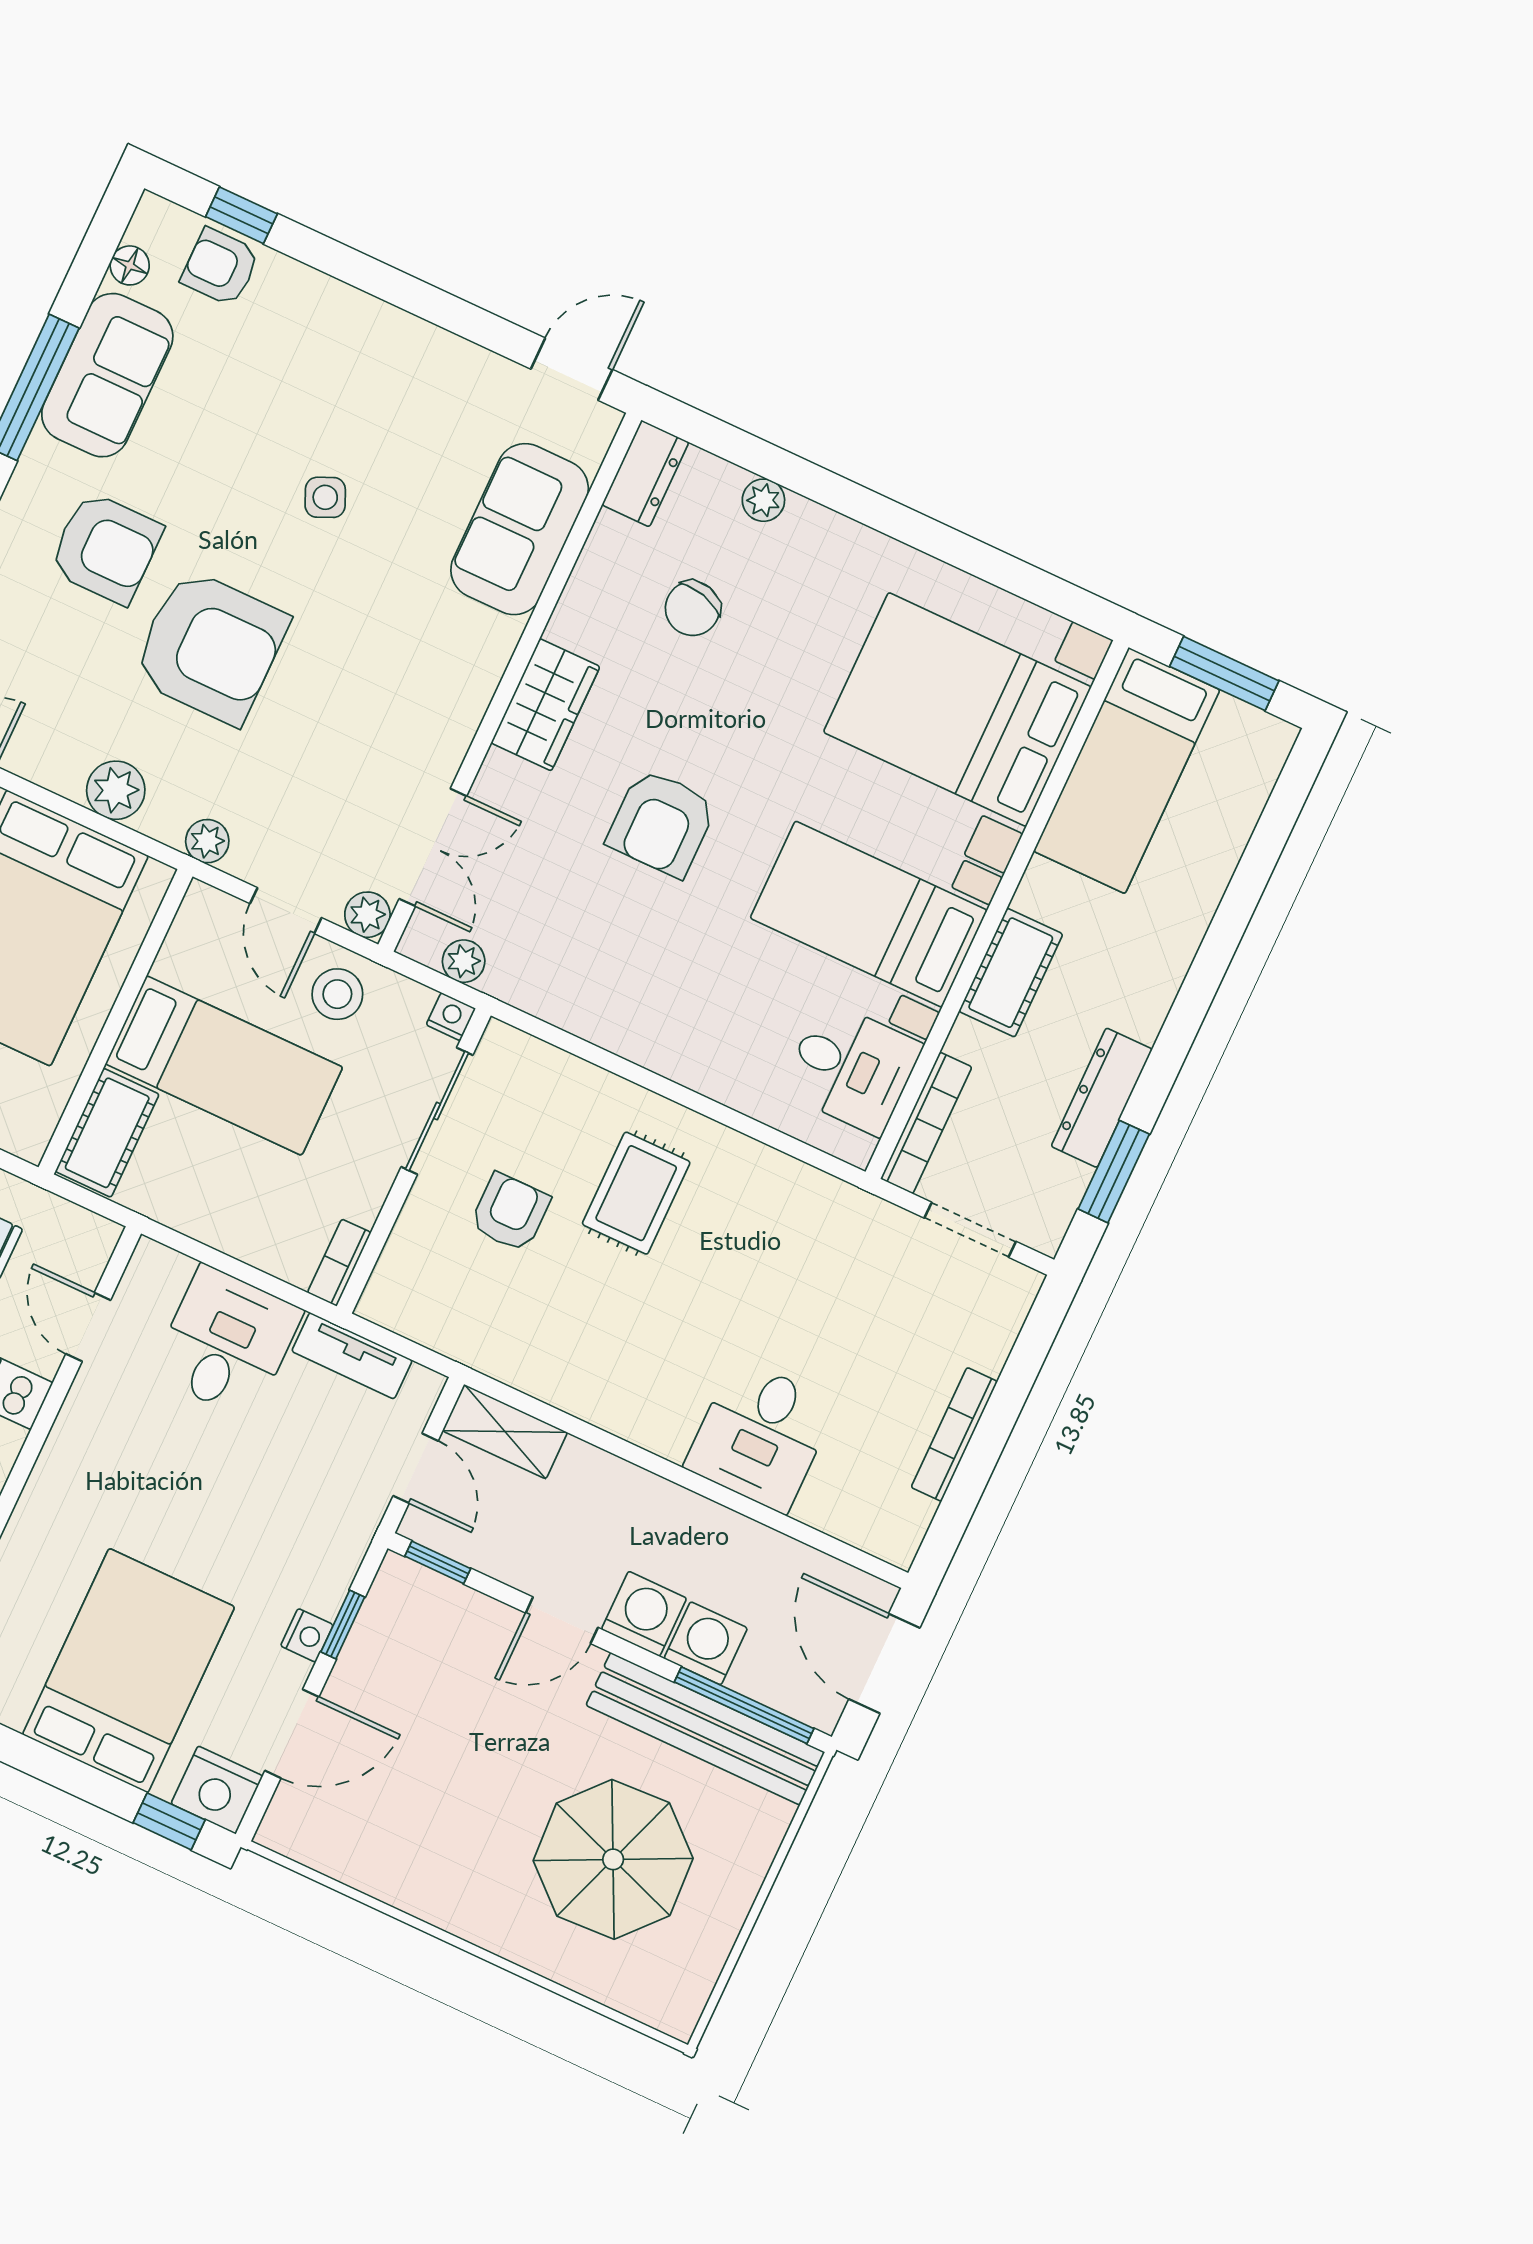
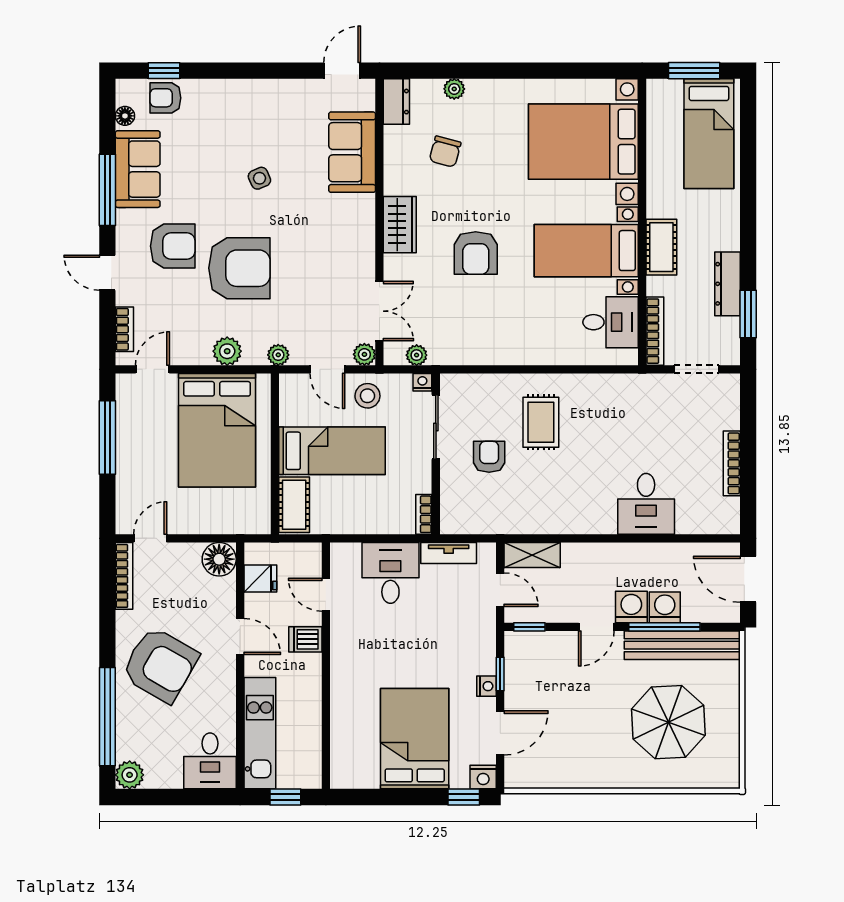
bed: (1127, 770) -> (709, 134), moved
window: (744, 1705) -> (664, 627), moved
nightstand: (217, 1790) -> (483, 777), width x0.74, depth x0.75

